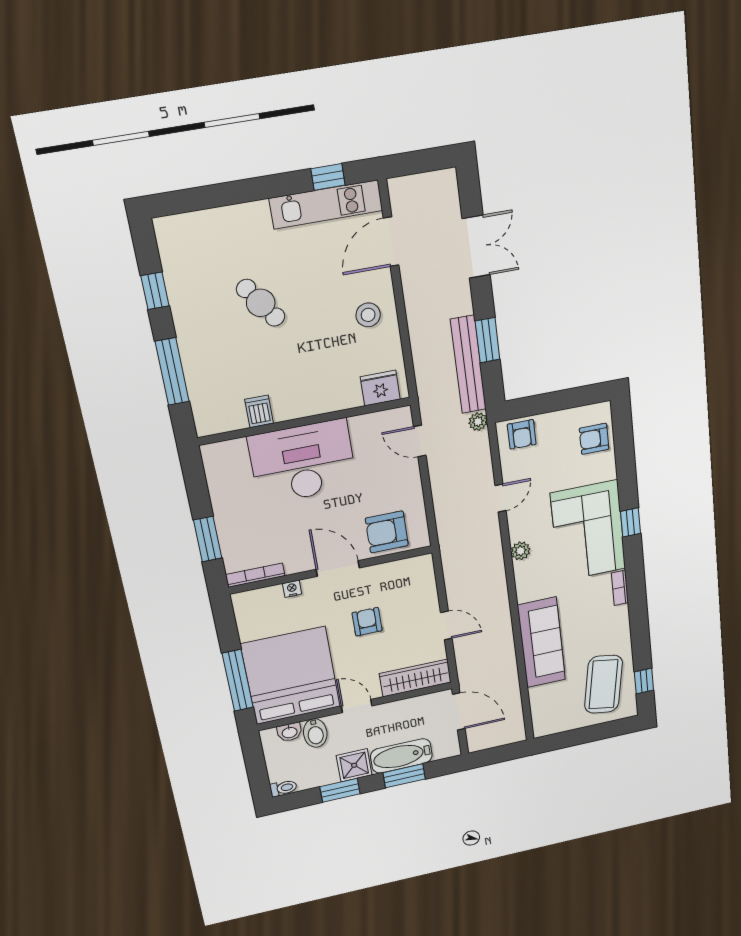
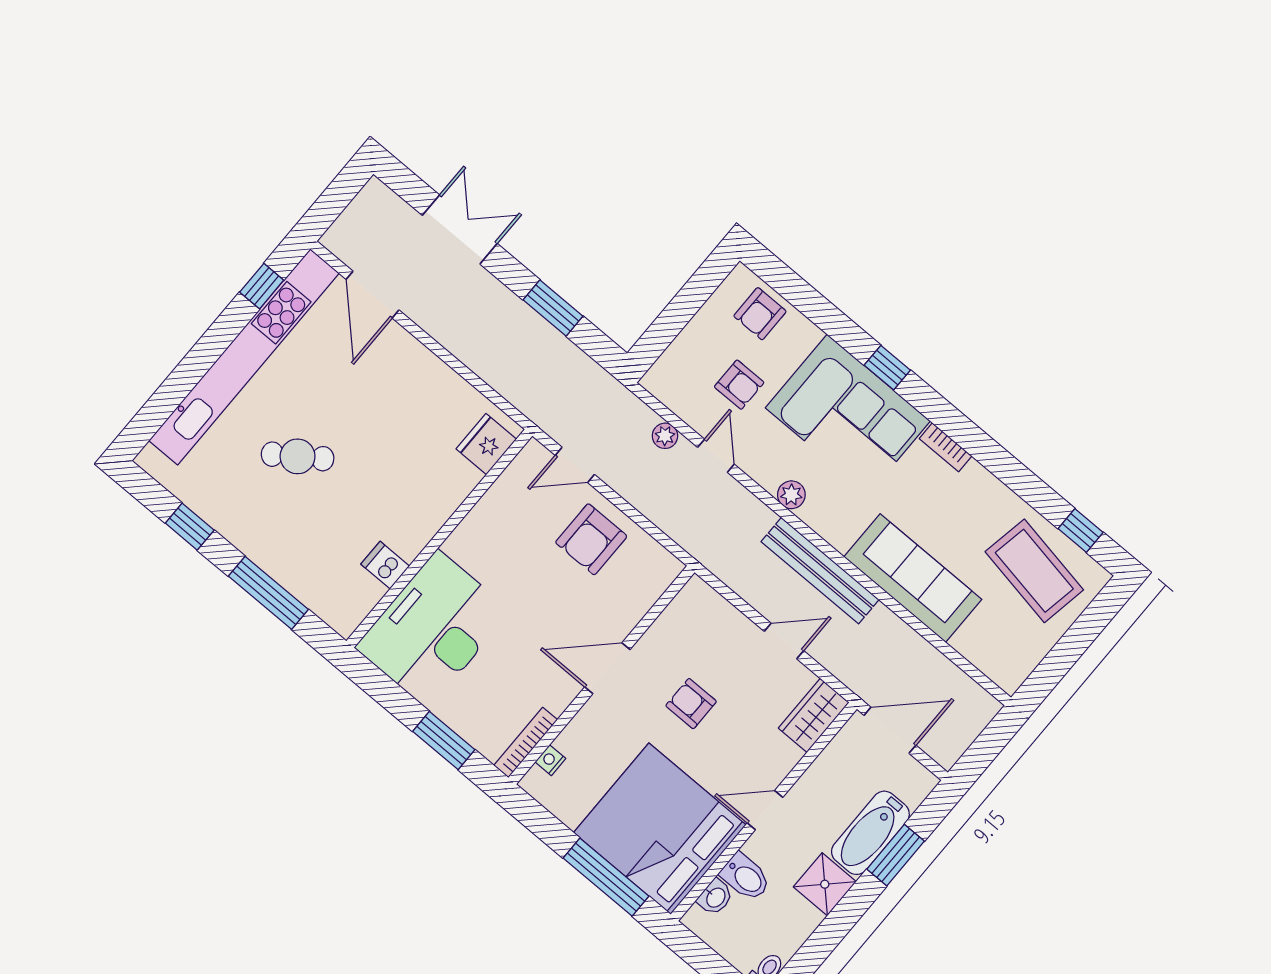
kitchen unit: (326, 204) -> (244, 357), width x1.86
stool: (368, 315) -> (411, 382), removed
bench: (468, 365) -> (820, 571), moved
plant: (478, 422) -> (665, 436), moved
armchair: (522, 434) -> (739, 385), moved
desk: (303, 462) -> (433, 629), moved
armchair: (387, 532) -> (591, 539), moved
nightstand: (292, 589) -> (550, 760), moved
wardrobe: (415, 678) -> (814, 715), width x0.67
window: (340, 790) -> (835, 927), removed

